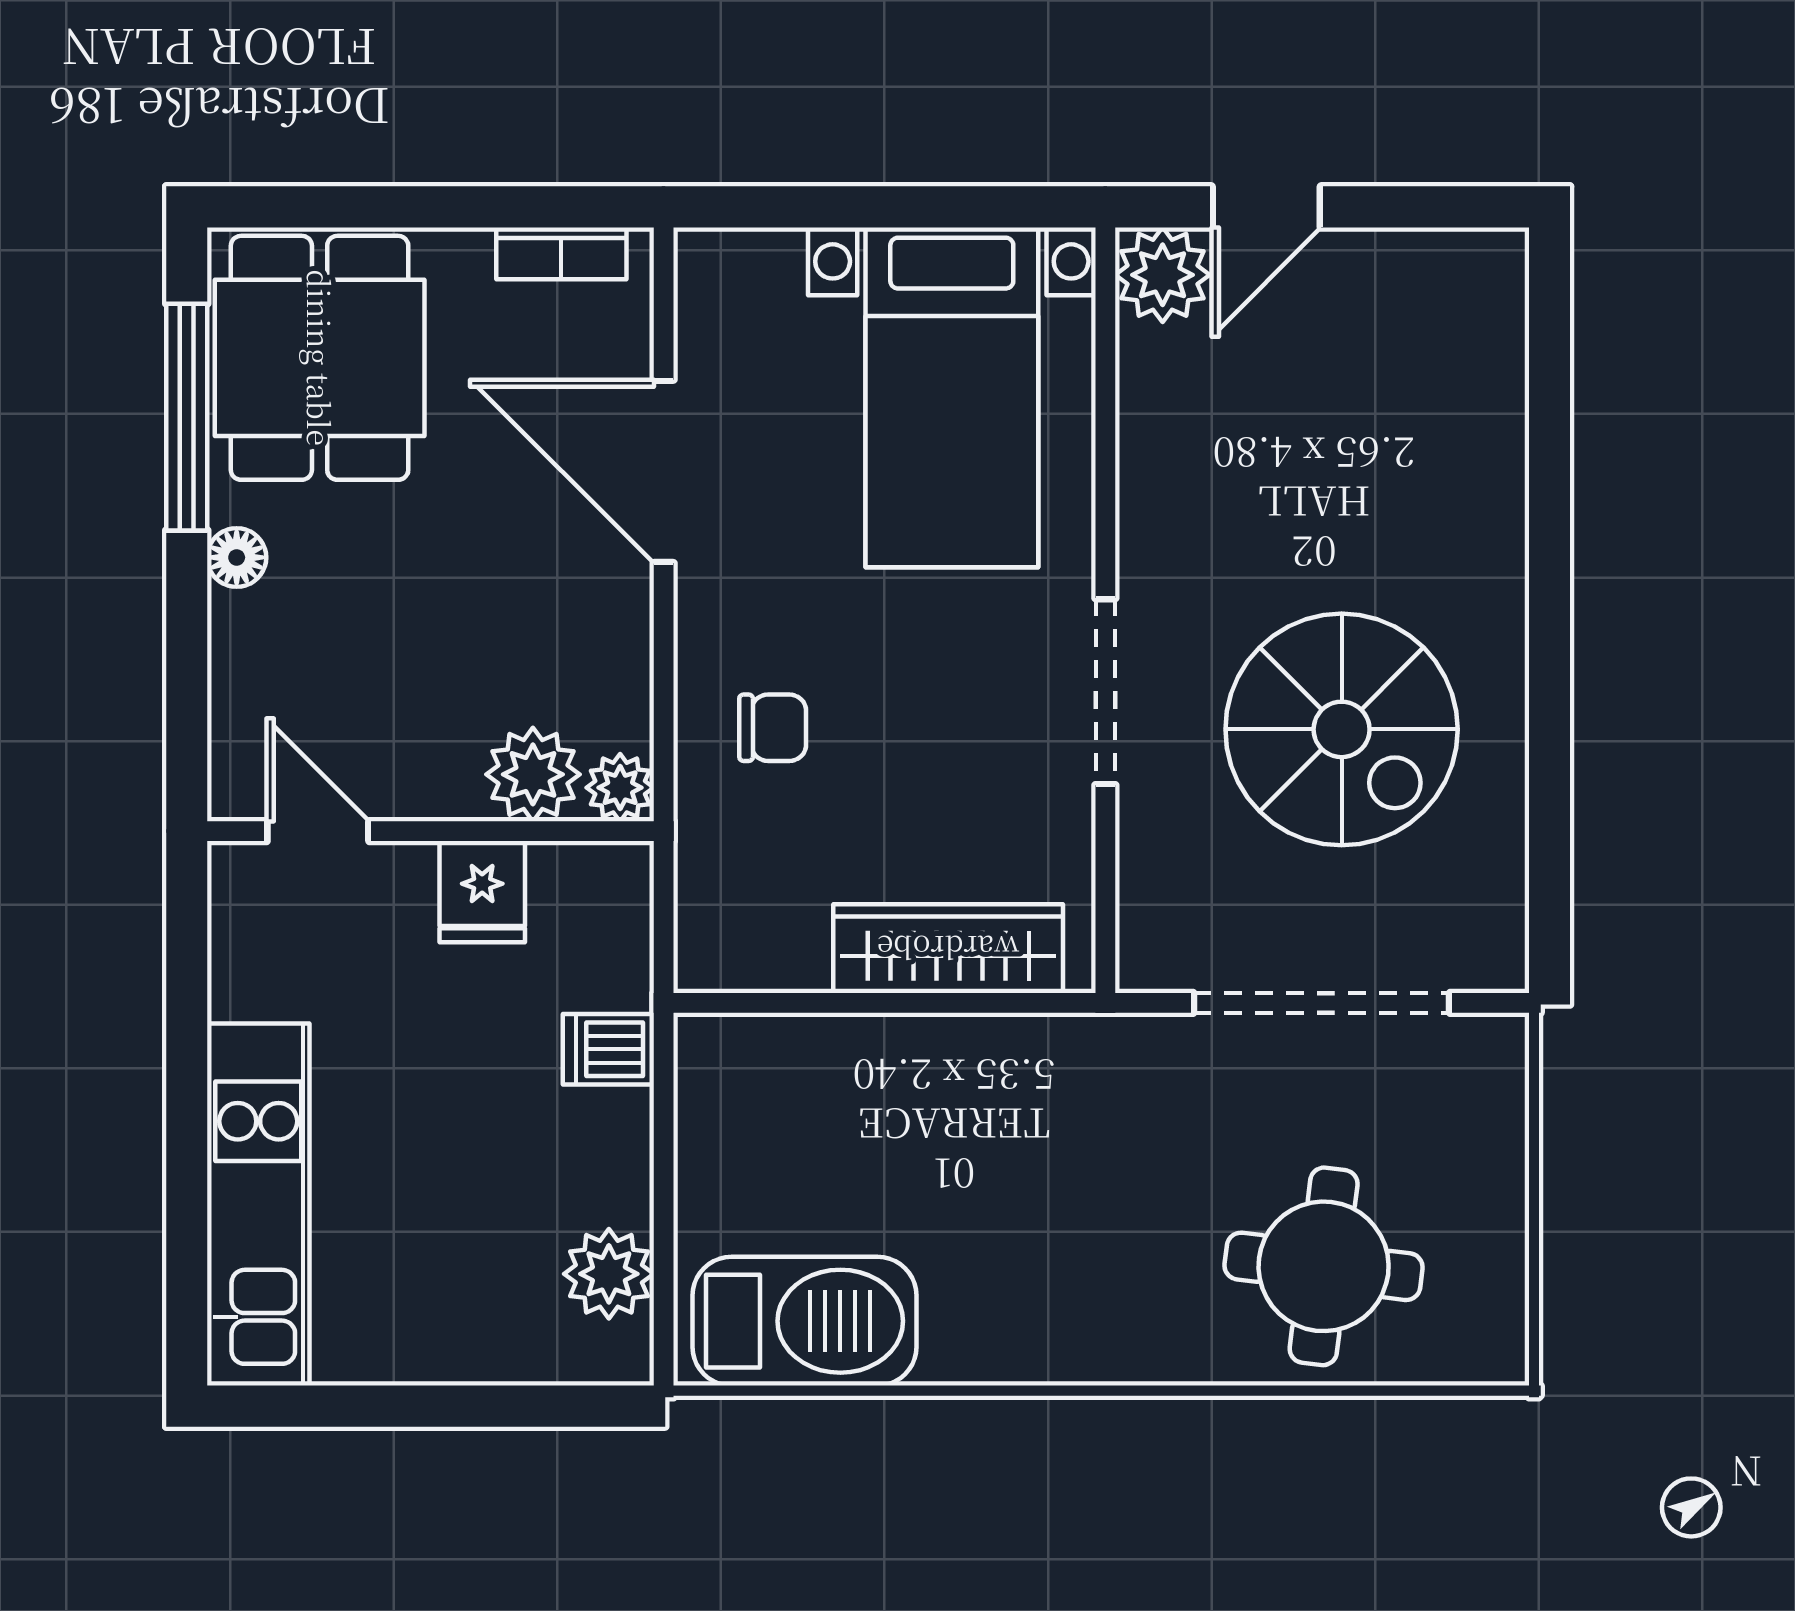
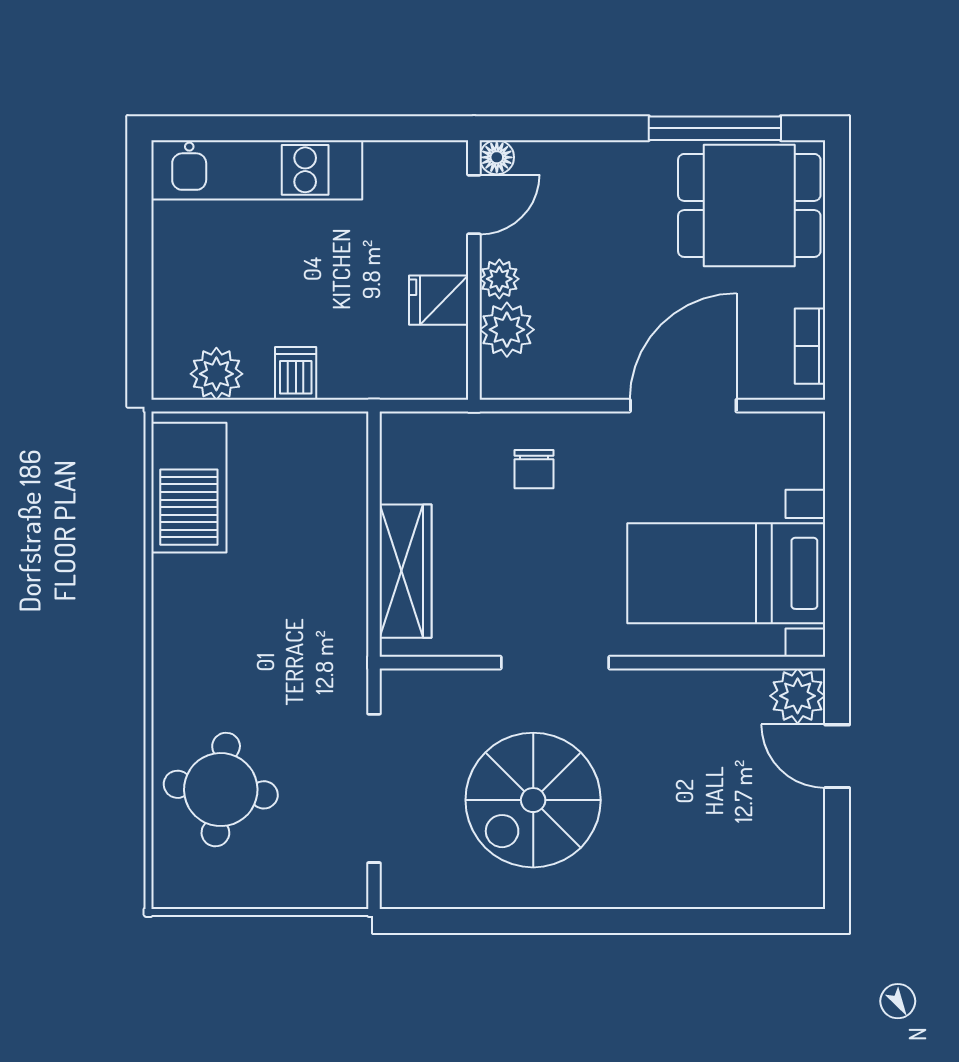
floor lamp: (237, 557) -> (497, 157), moved
plant: (620, 788) -> (499, 279), moved
dishwasher: (608, 1049) -> (296, 373), moved

